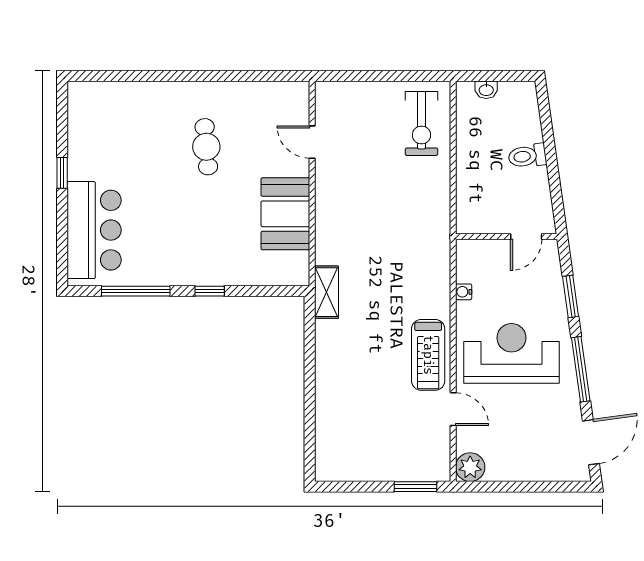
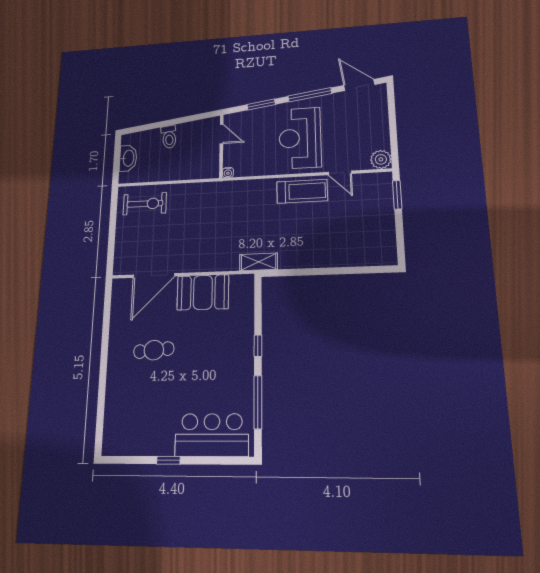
washbasin: (486, 90) -> (128, 158), width x1.91, depth x1.45
door: (312, 142) -> (154, 275), width x1.87
water cooler: (464, 292) -> (228, 173), moved
door: (453, 409) -> (340, 173), swing flipped

